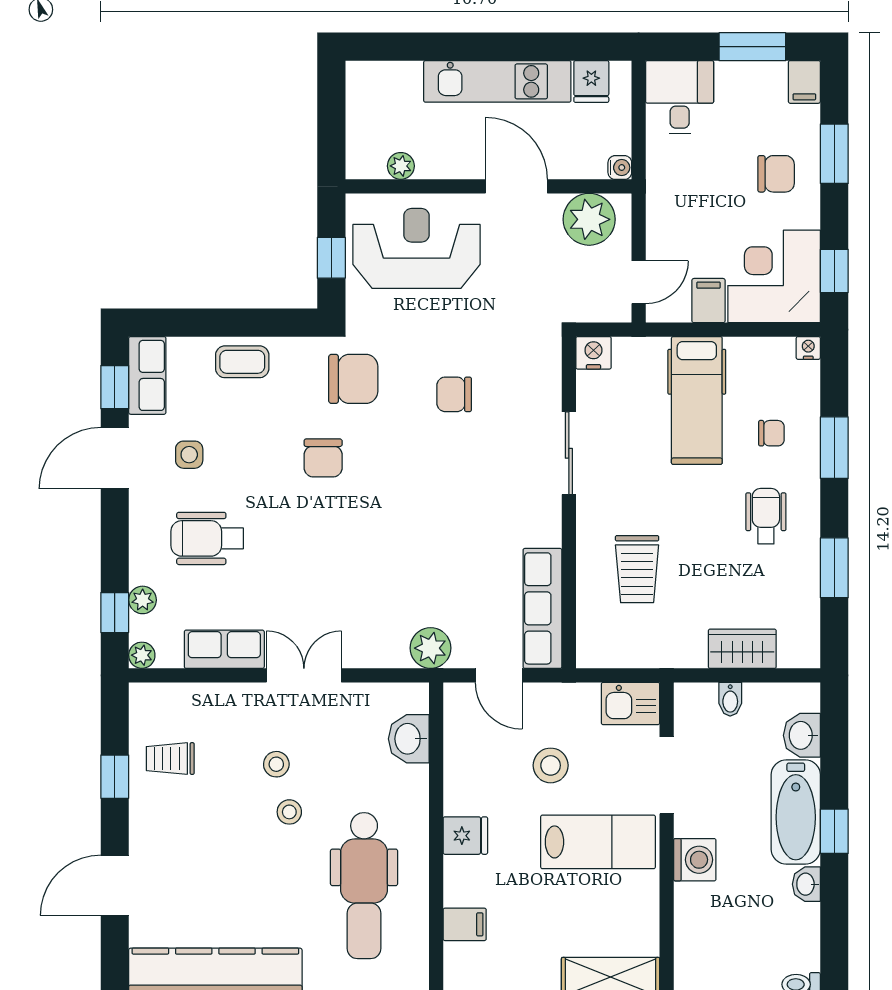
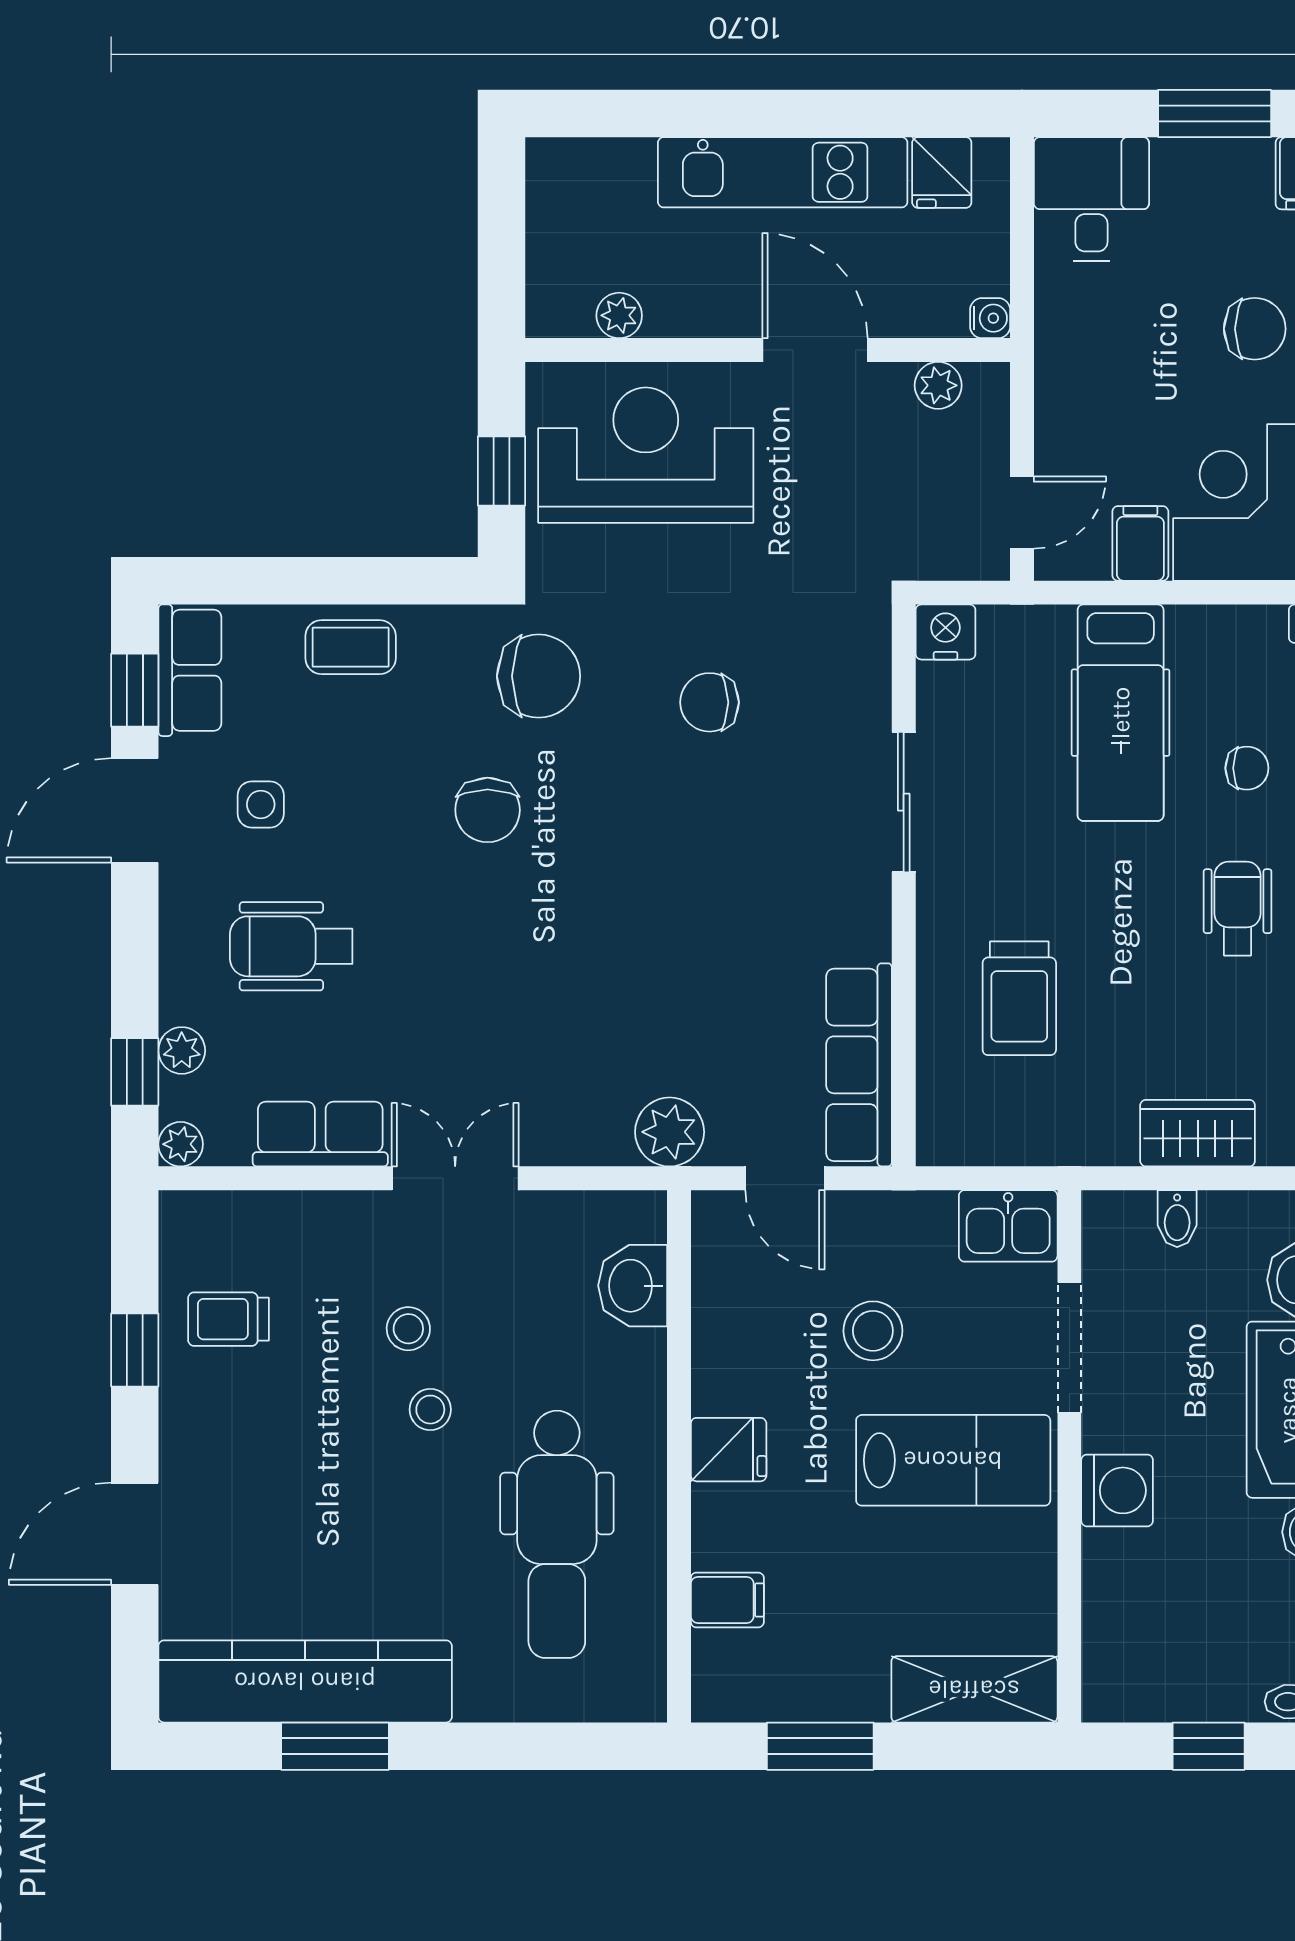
plant: (589, 219) -> (938, 385), width x0.53, depth x0.53

